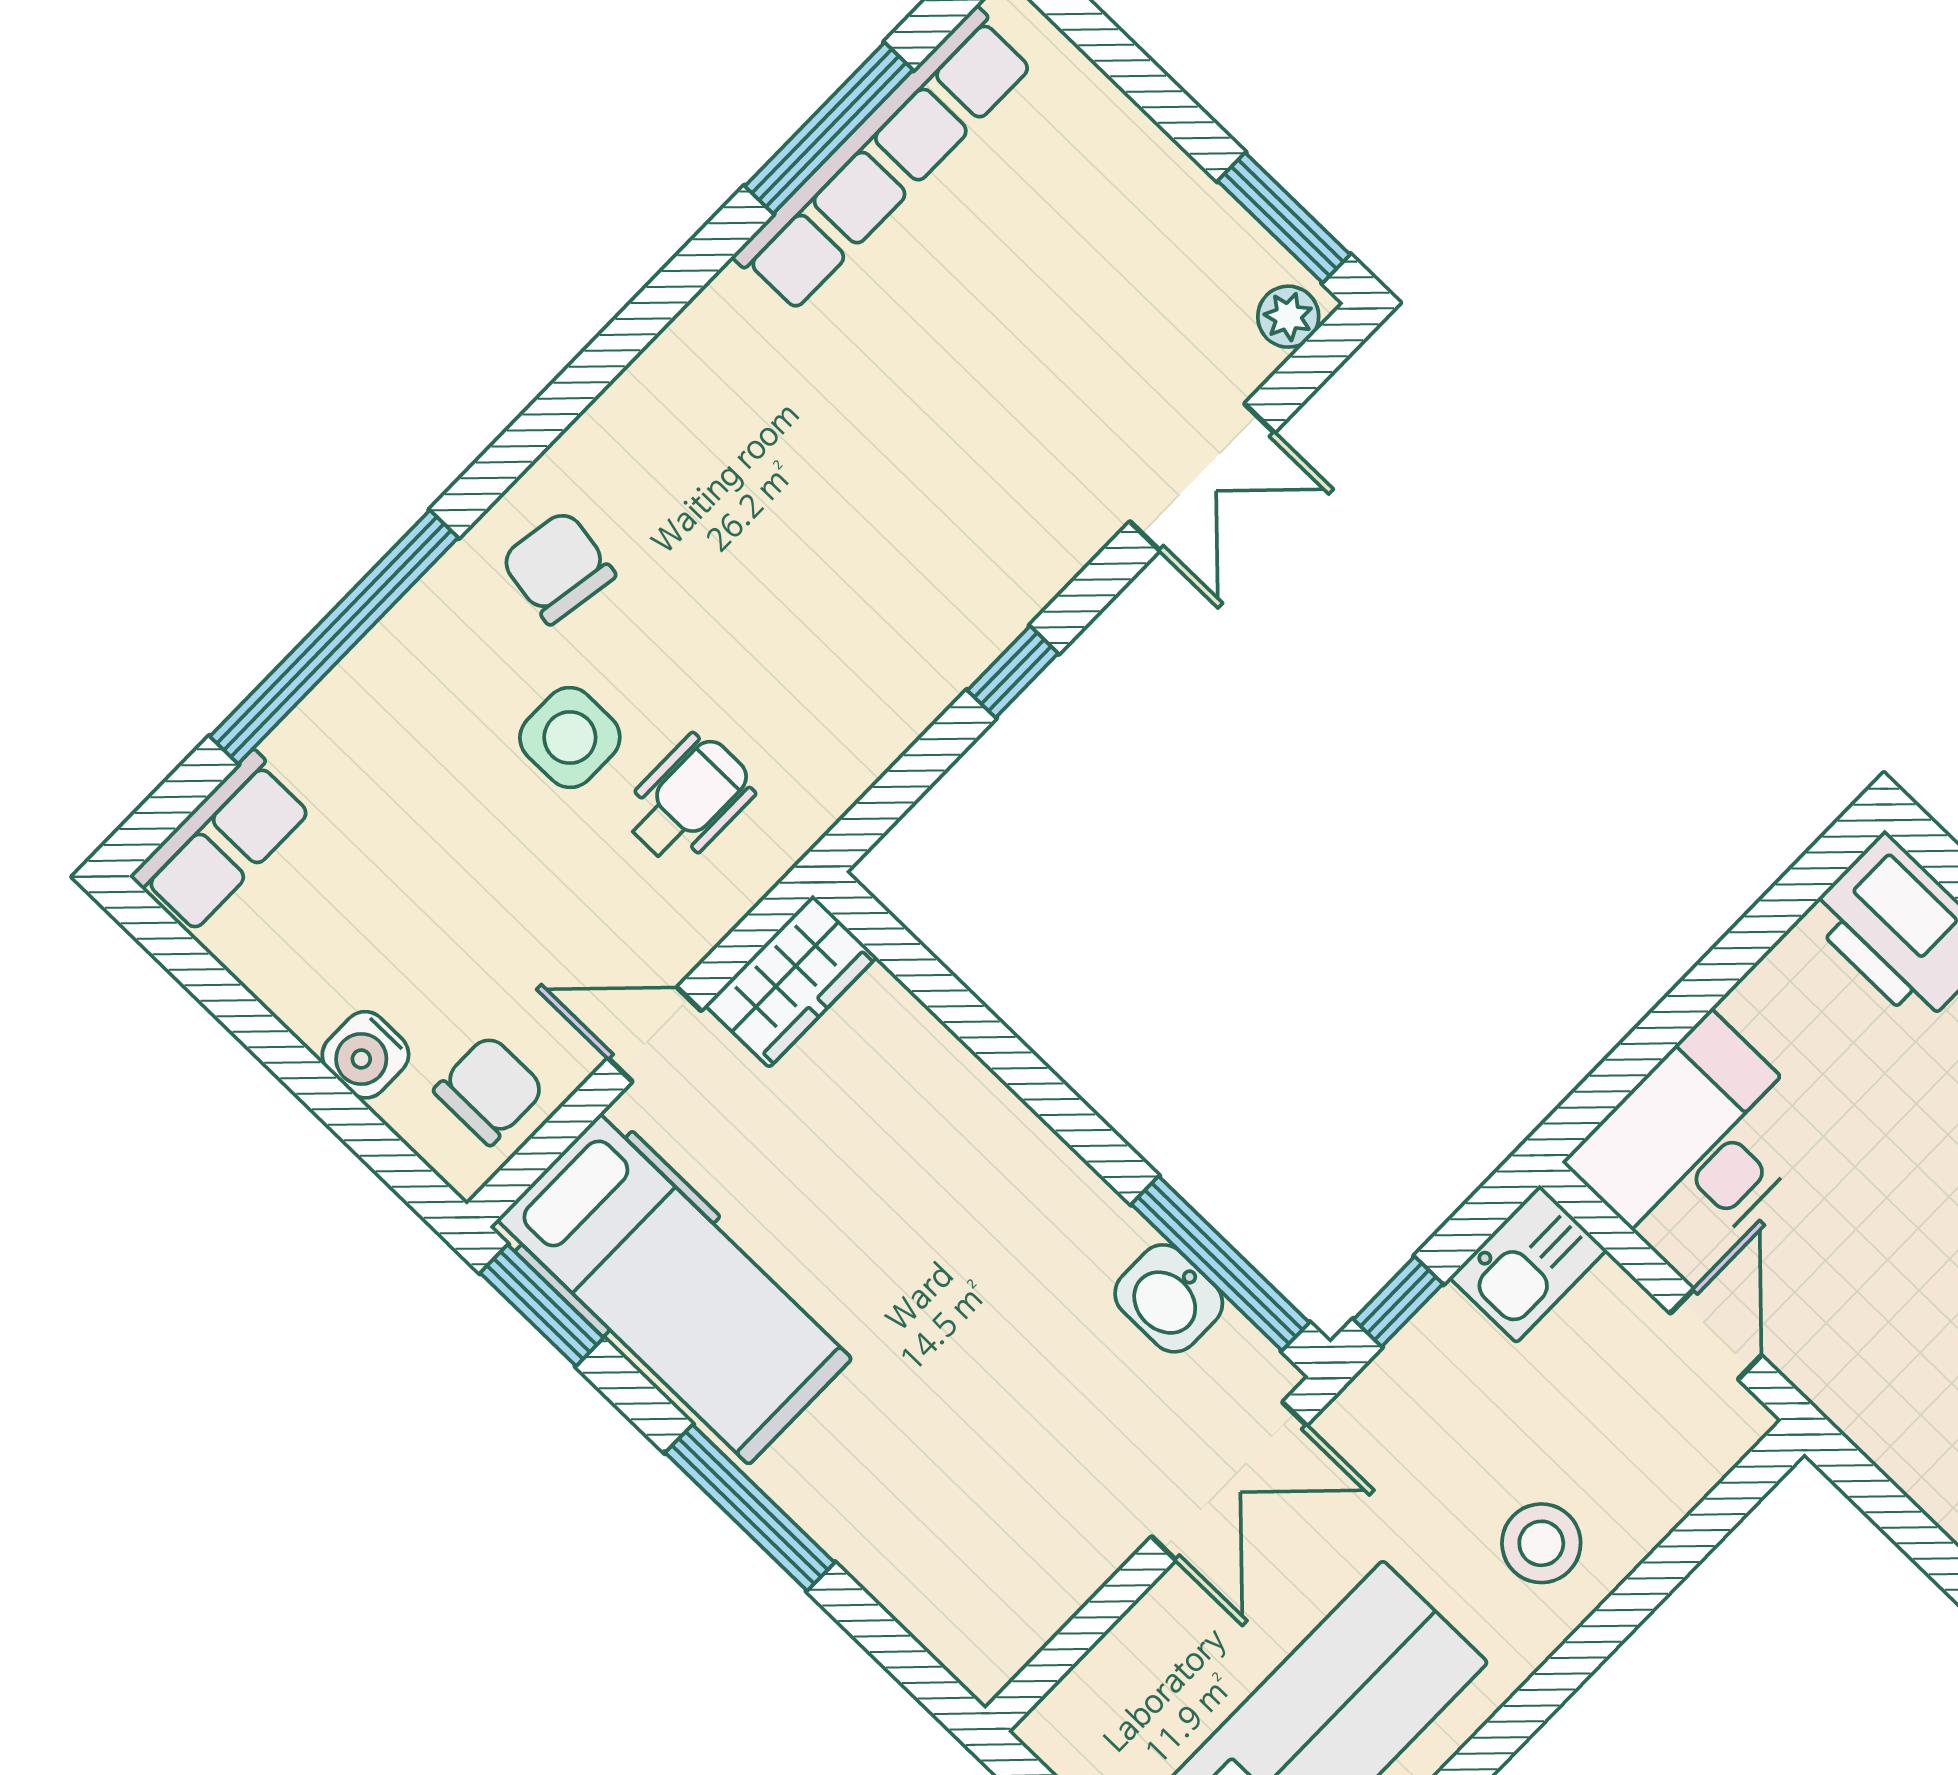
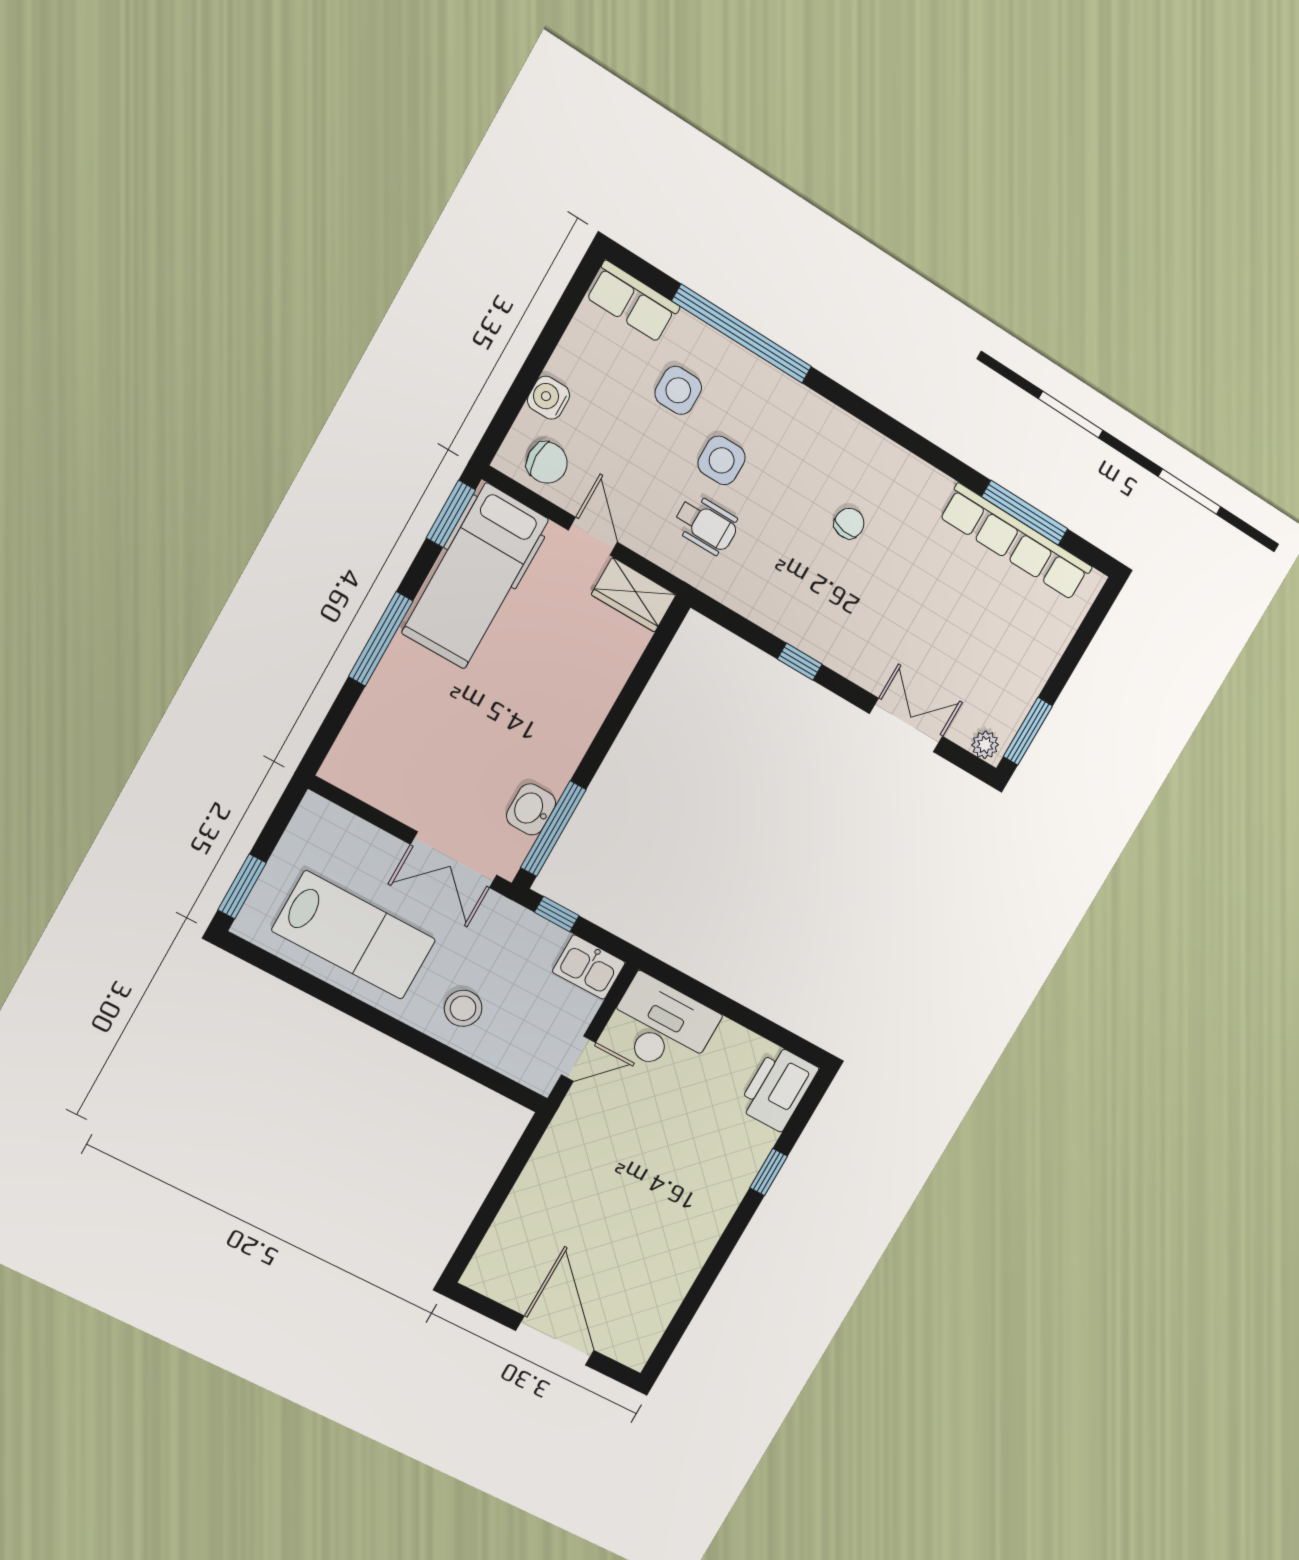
double door: (1202, 477) -> (906, 725), swing flipped
chair: (558, 567) -> (849, 523), moved, width x0.73, depth x0.73
side table: (413, 792) -> (678, 390), added

